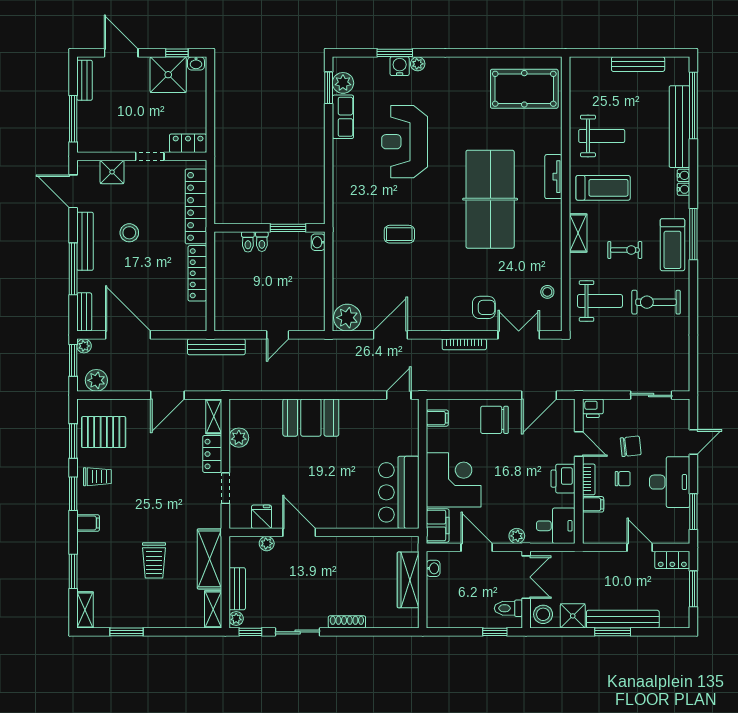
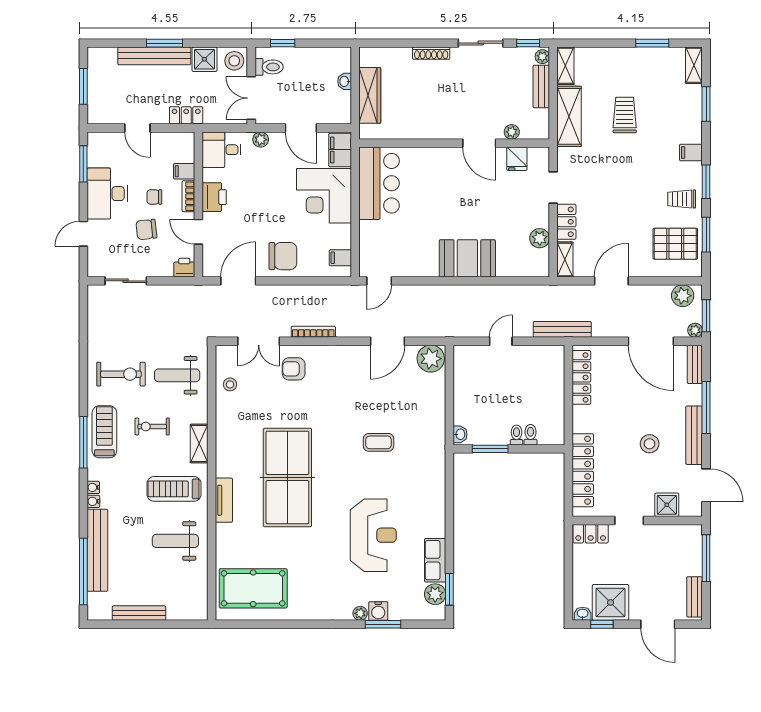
locker: (197, 273) -> (581, 377), moved
locker: (672, 560) -> (186, 115), moved
washbasin: (433, 568) -> (345, 81), moved

